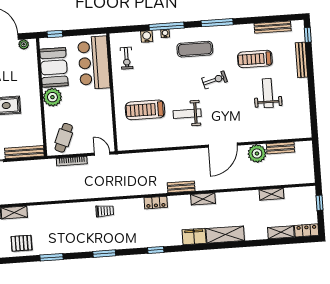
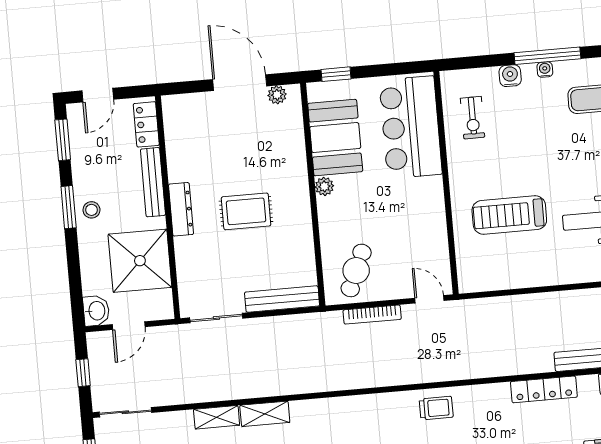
plant: (52, 97) -> (324, 186), width x0.53, depth x0.53
locker: (156, 203) -> (544, 389), width x1.53

